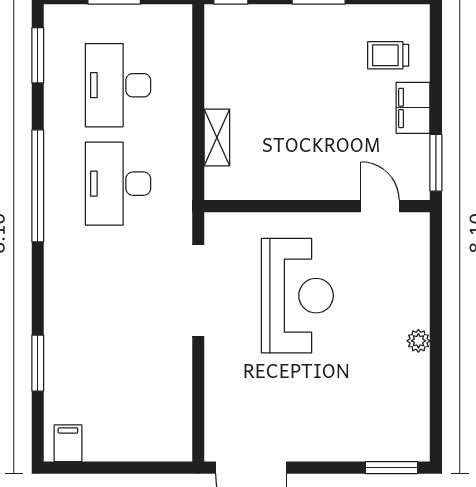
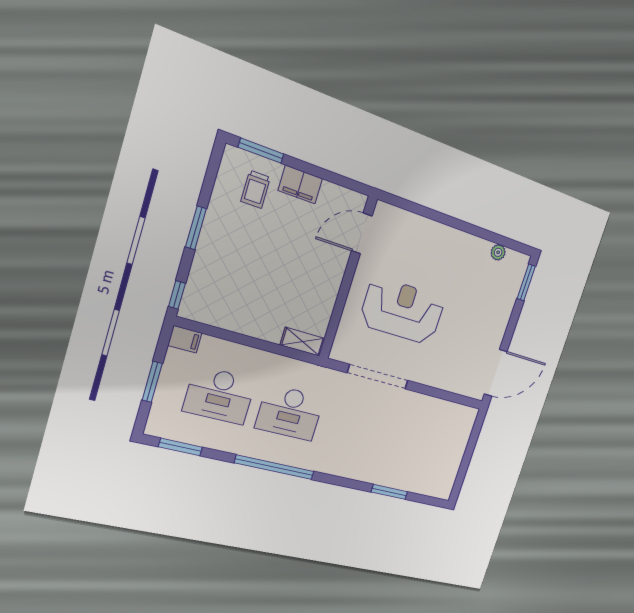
shelving: (217, 137) -> (303, 342), moved
window: (436, 163) -> (261, 151), moved
door: (380, 206) -> (362, 233), width x1.38
plant: (418, 341) -> (498, 252), moved
filing cabinet: (68, 443) -> (185, 339), moved, turned 180

